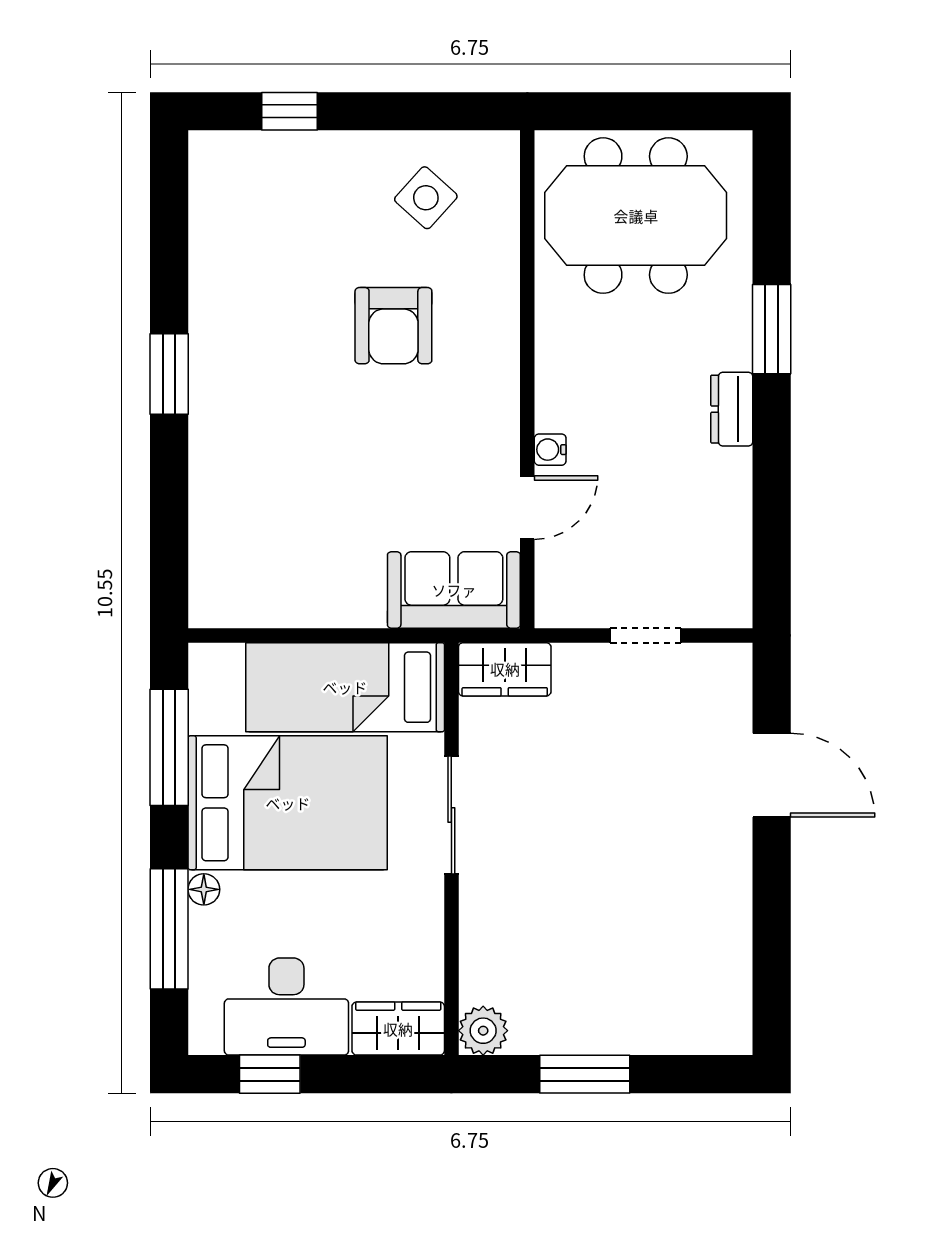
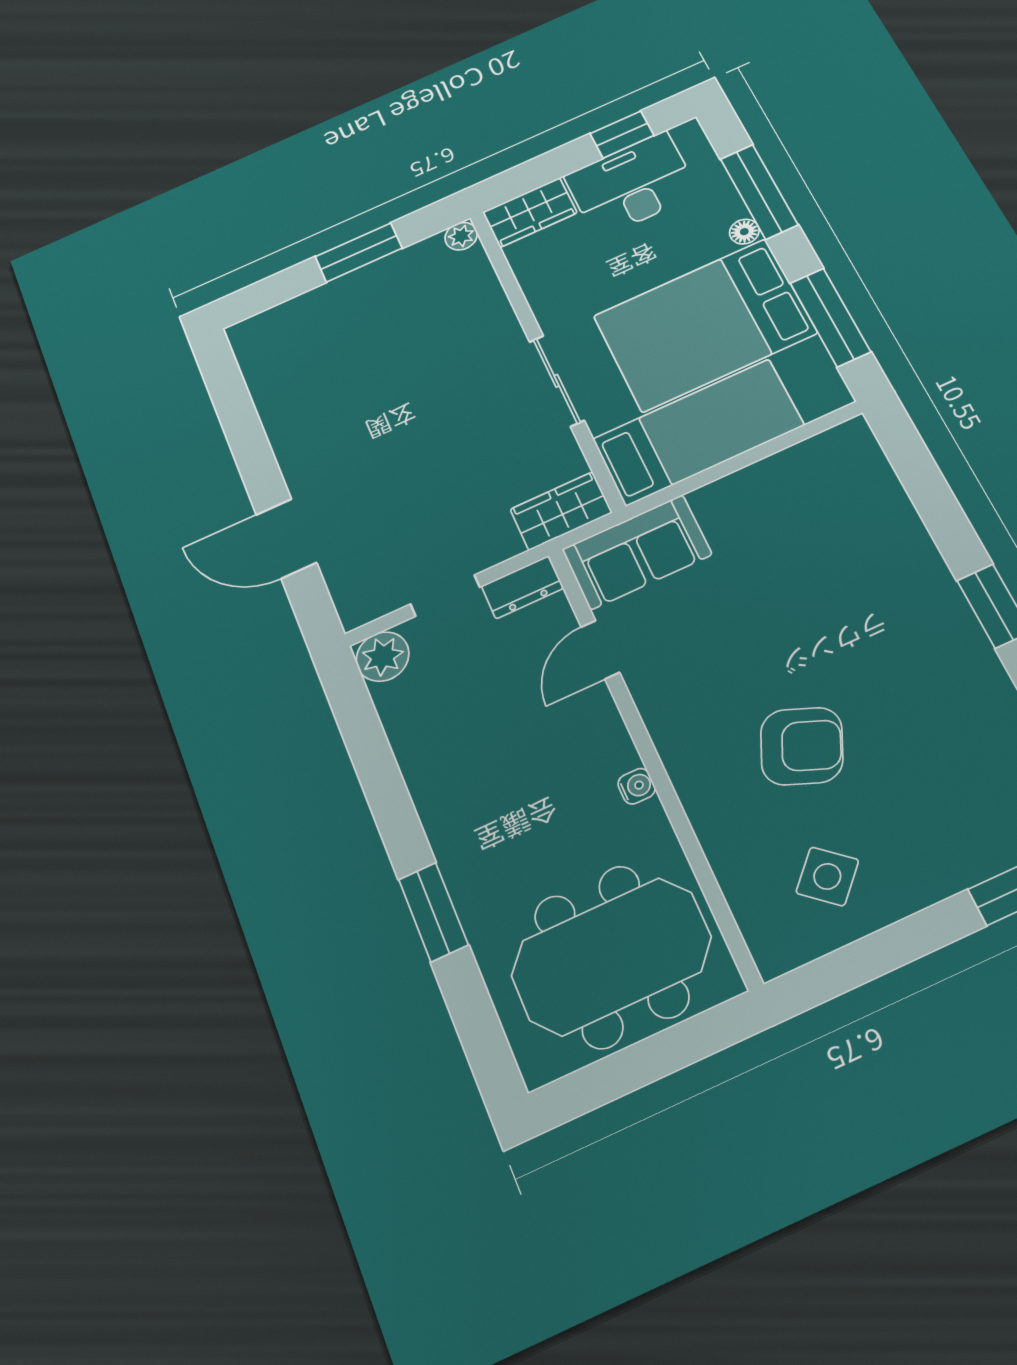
armchair: (393, 326) -> (802, 746), turned 113
dresser: (732, 409) -> (522, 587), moved, turned 90
water cooler: (550, 450) -> (637, 786), moved
plant: (726, 601) -> (383, 657), added
plant: (483, 1031) -> (461, 236), width x0.73, depth x0.73

